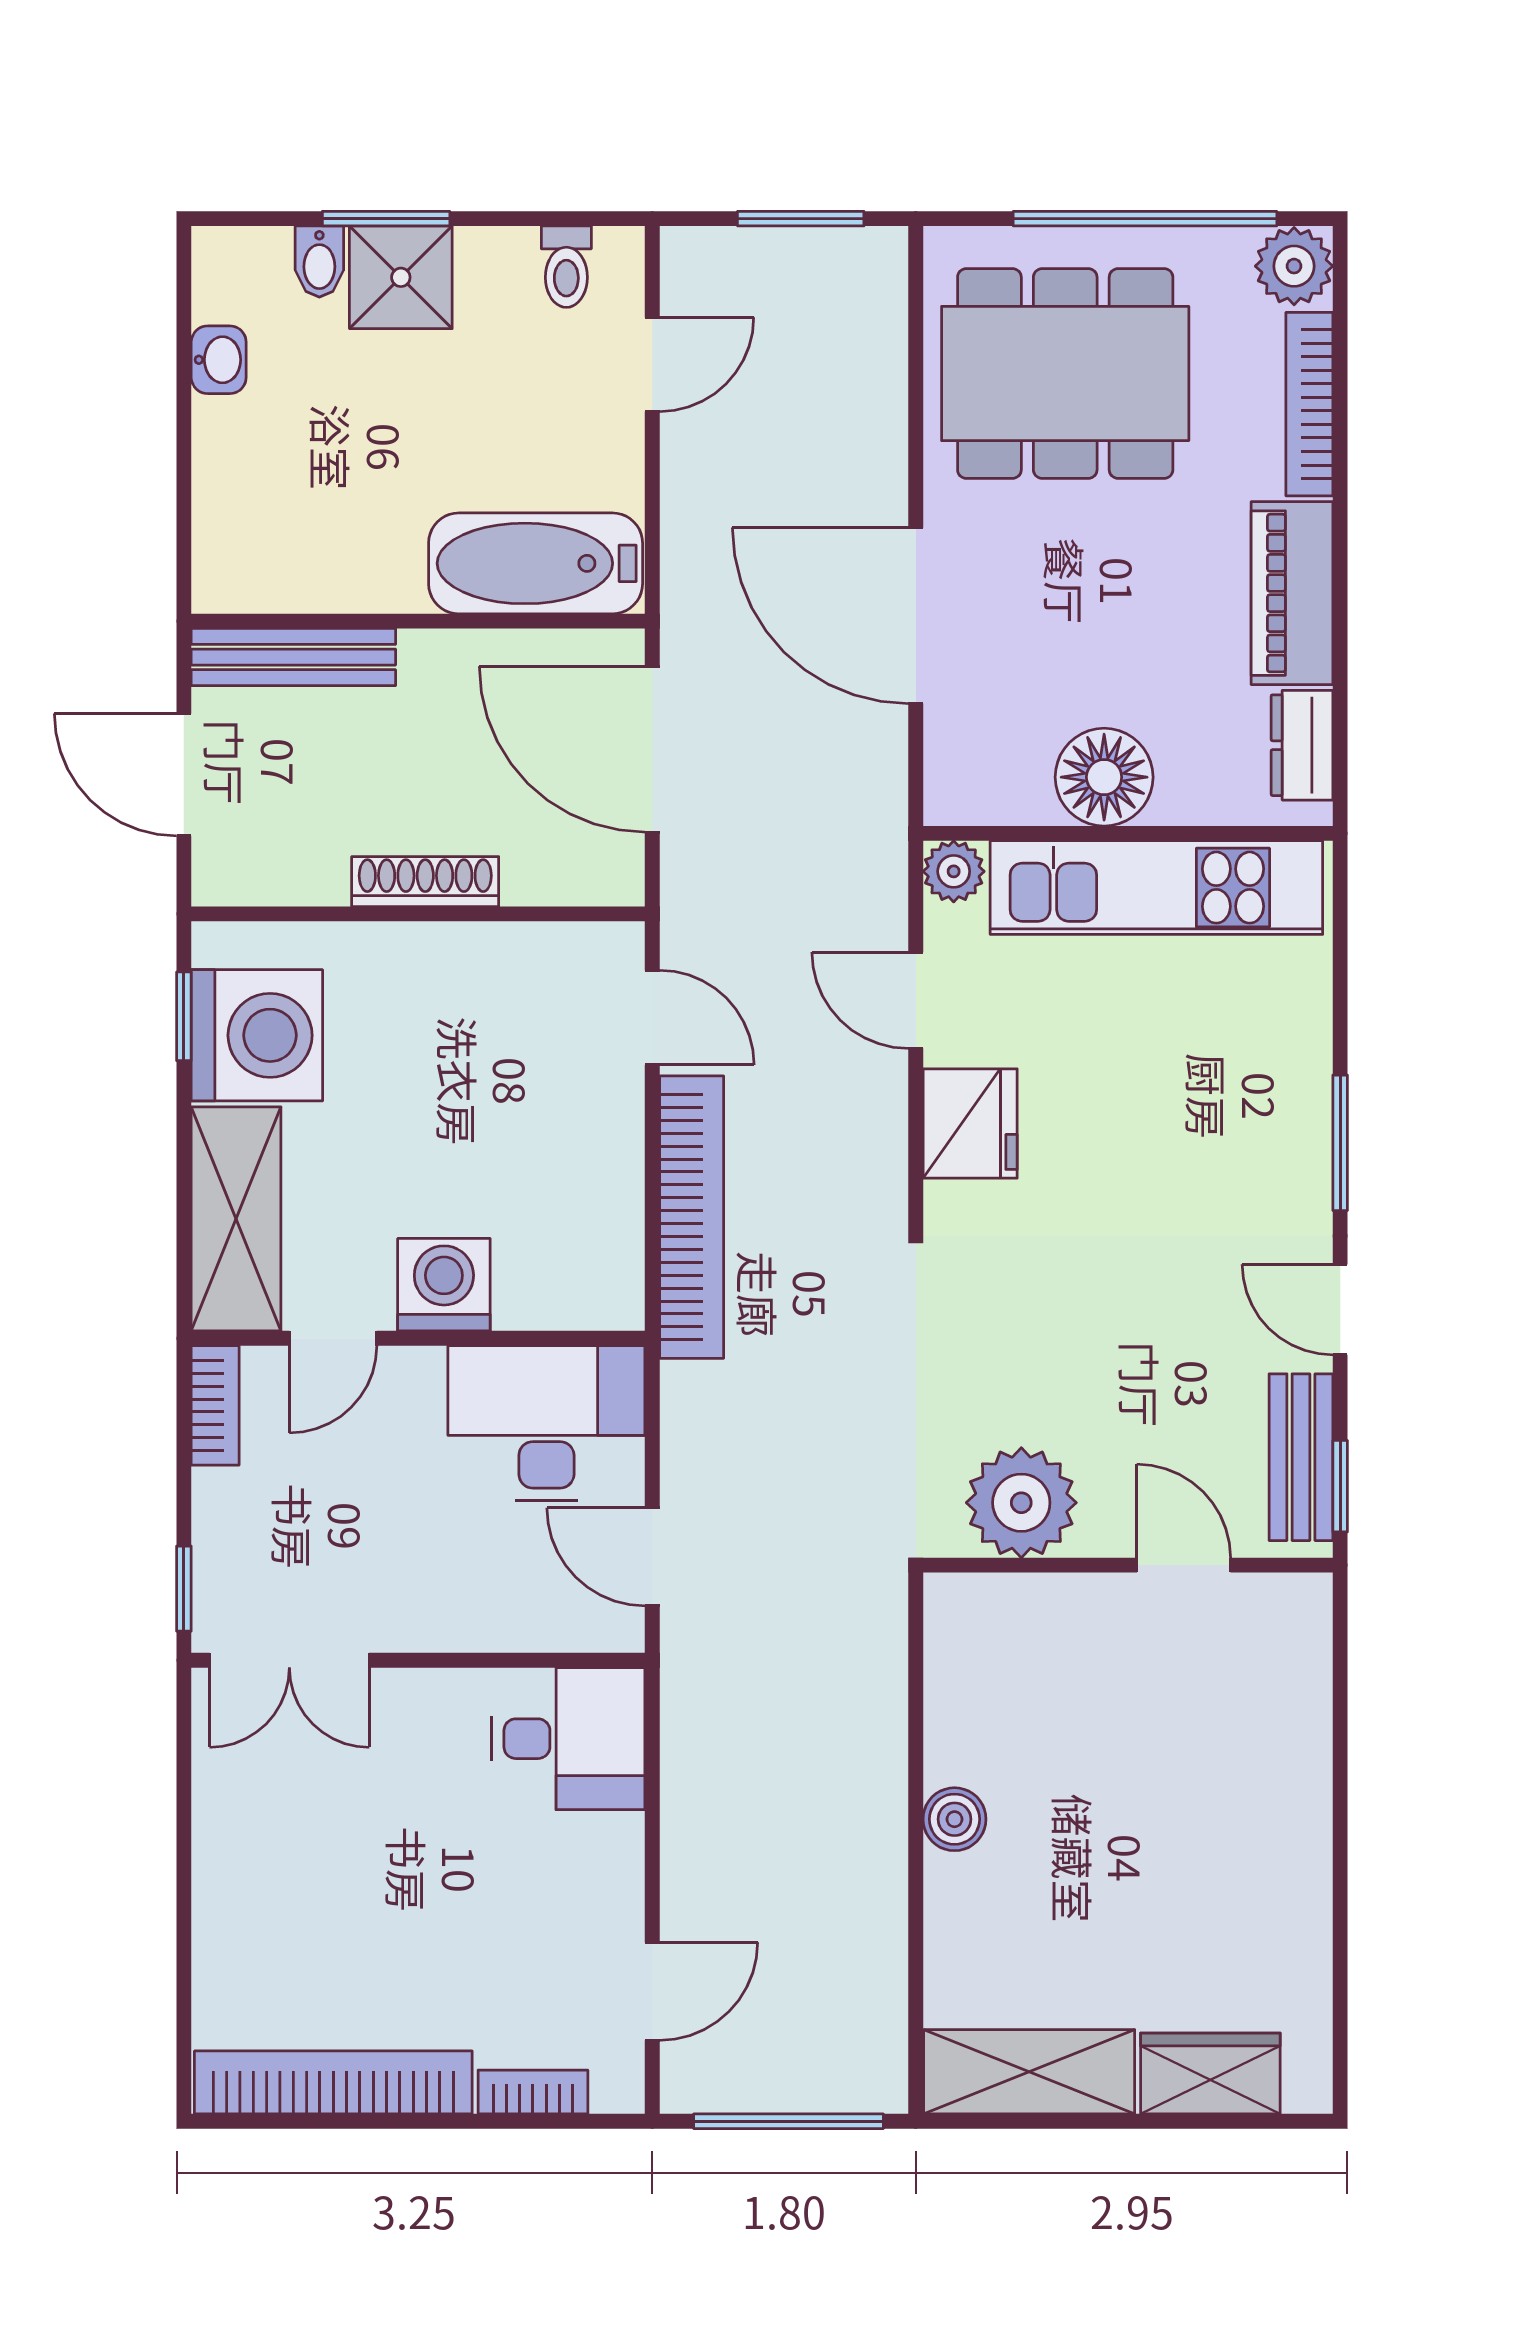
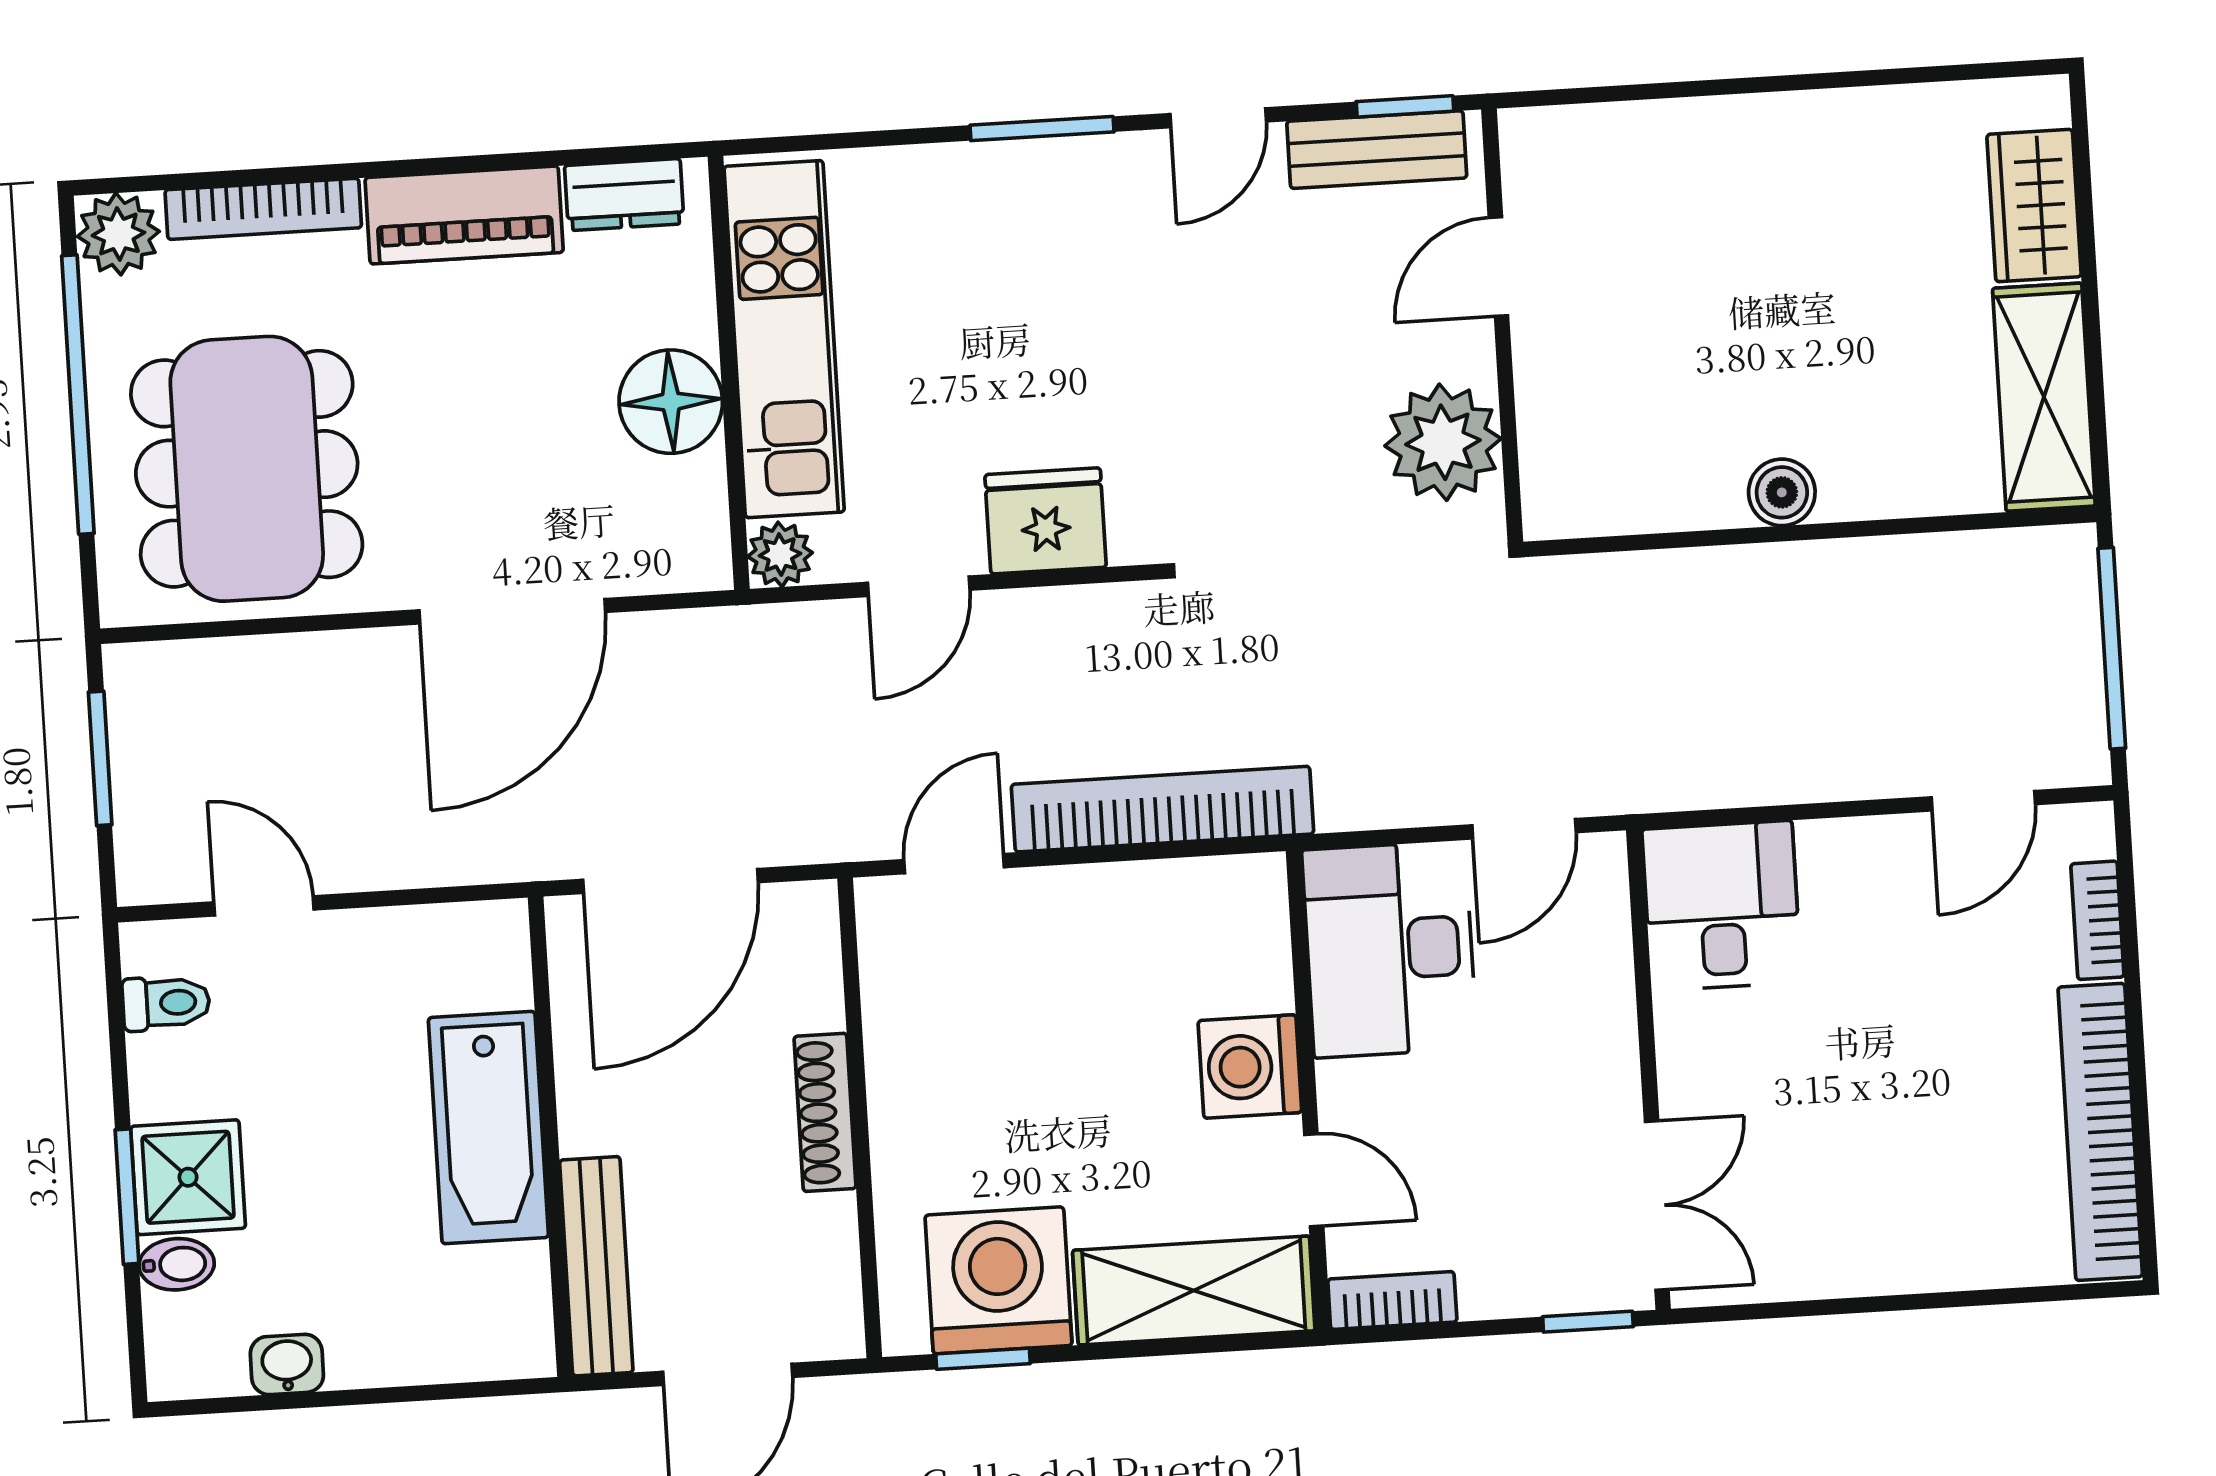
bathtub: (536, 563) -> (488, 1128), moved
door: (652, 1991) -> (1983, 801), swing flipped

